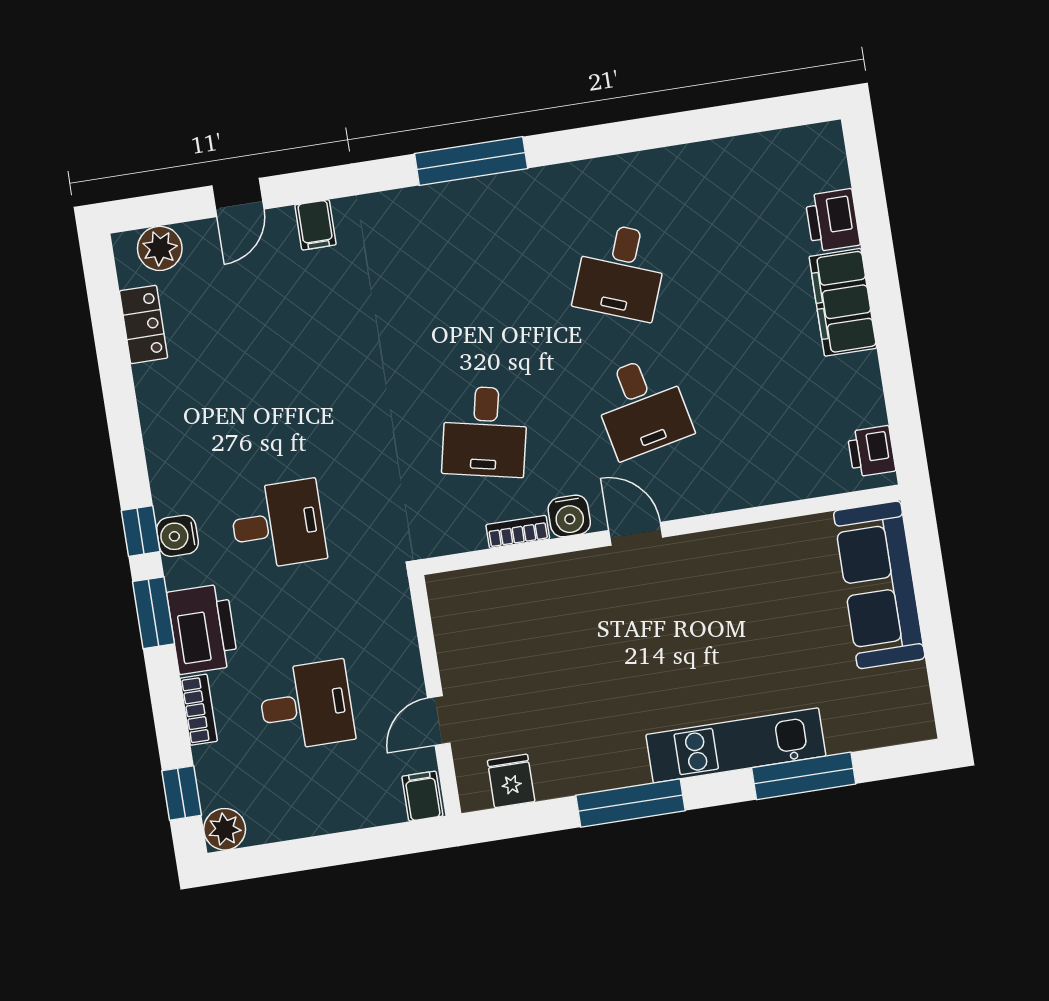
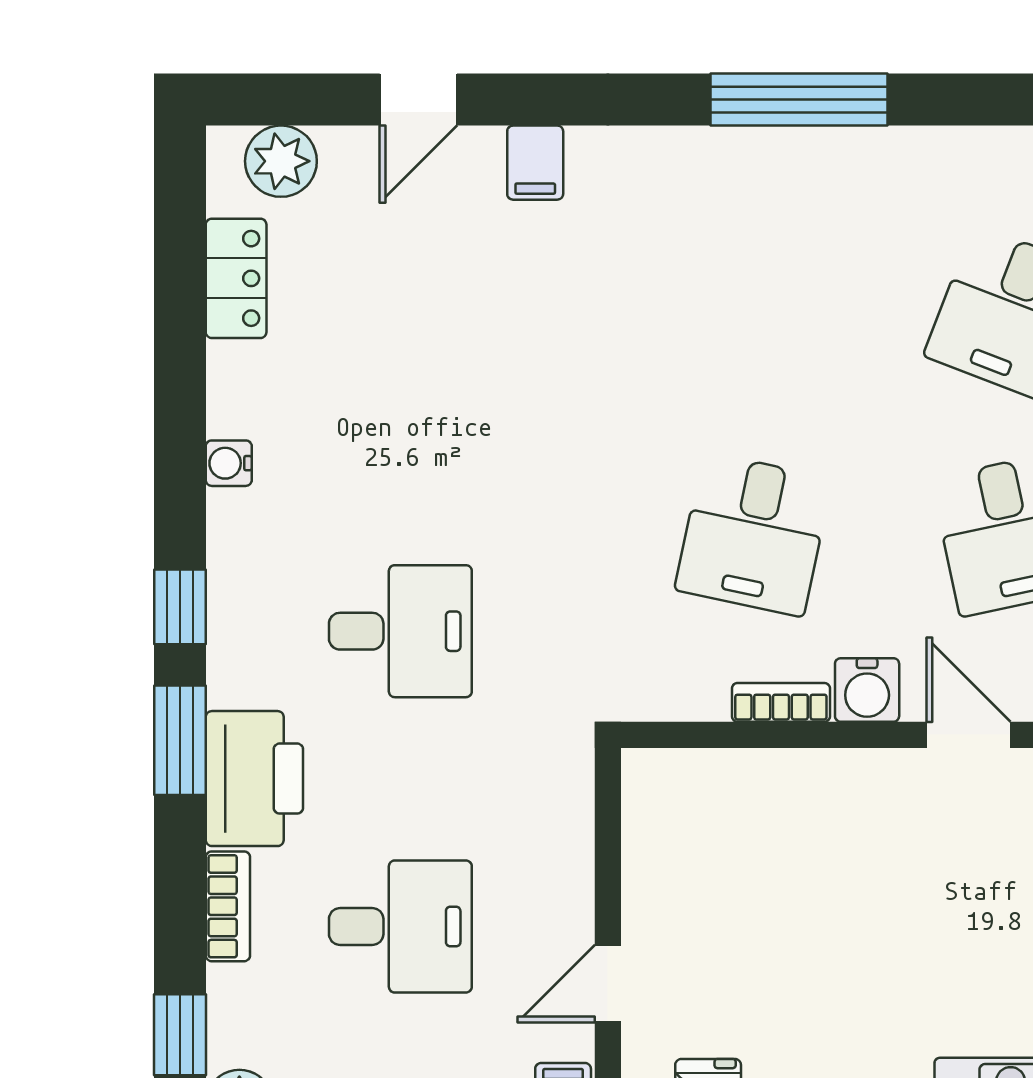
water cooler: (177, 536) -> (229, 463), moved, width x0.72, depth x0.72

